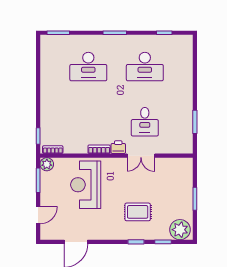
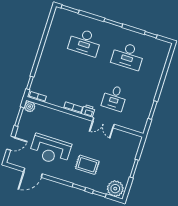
reception desk: (86, 185) -> (50, 150), moved, turned -90

